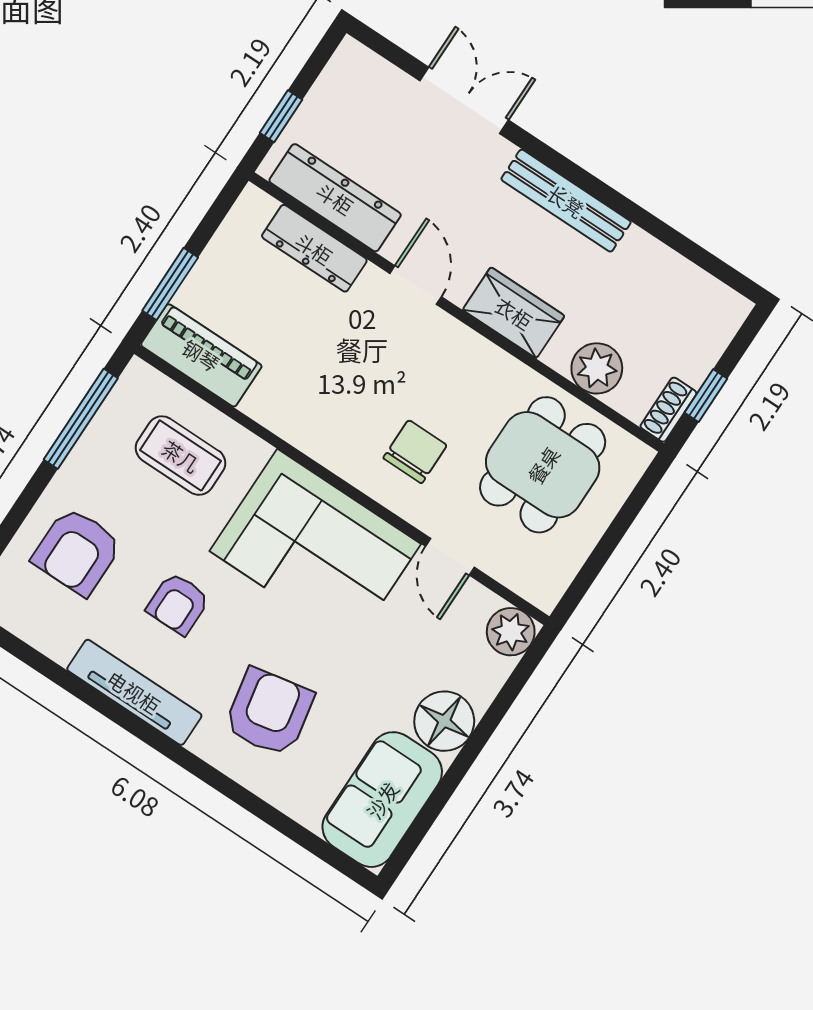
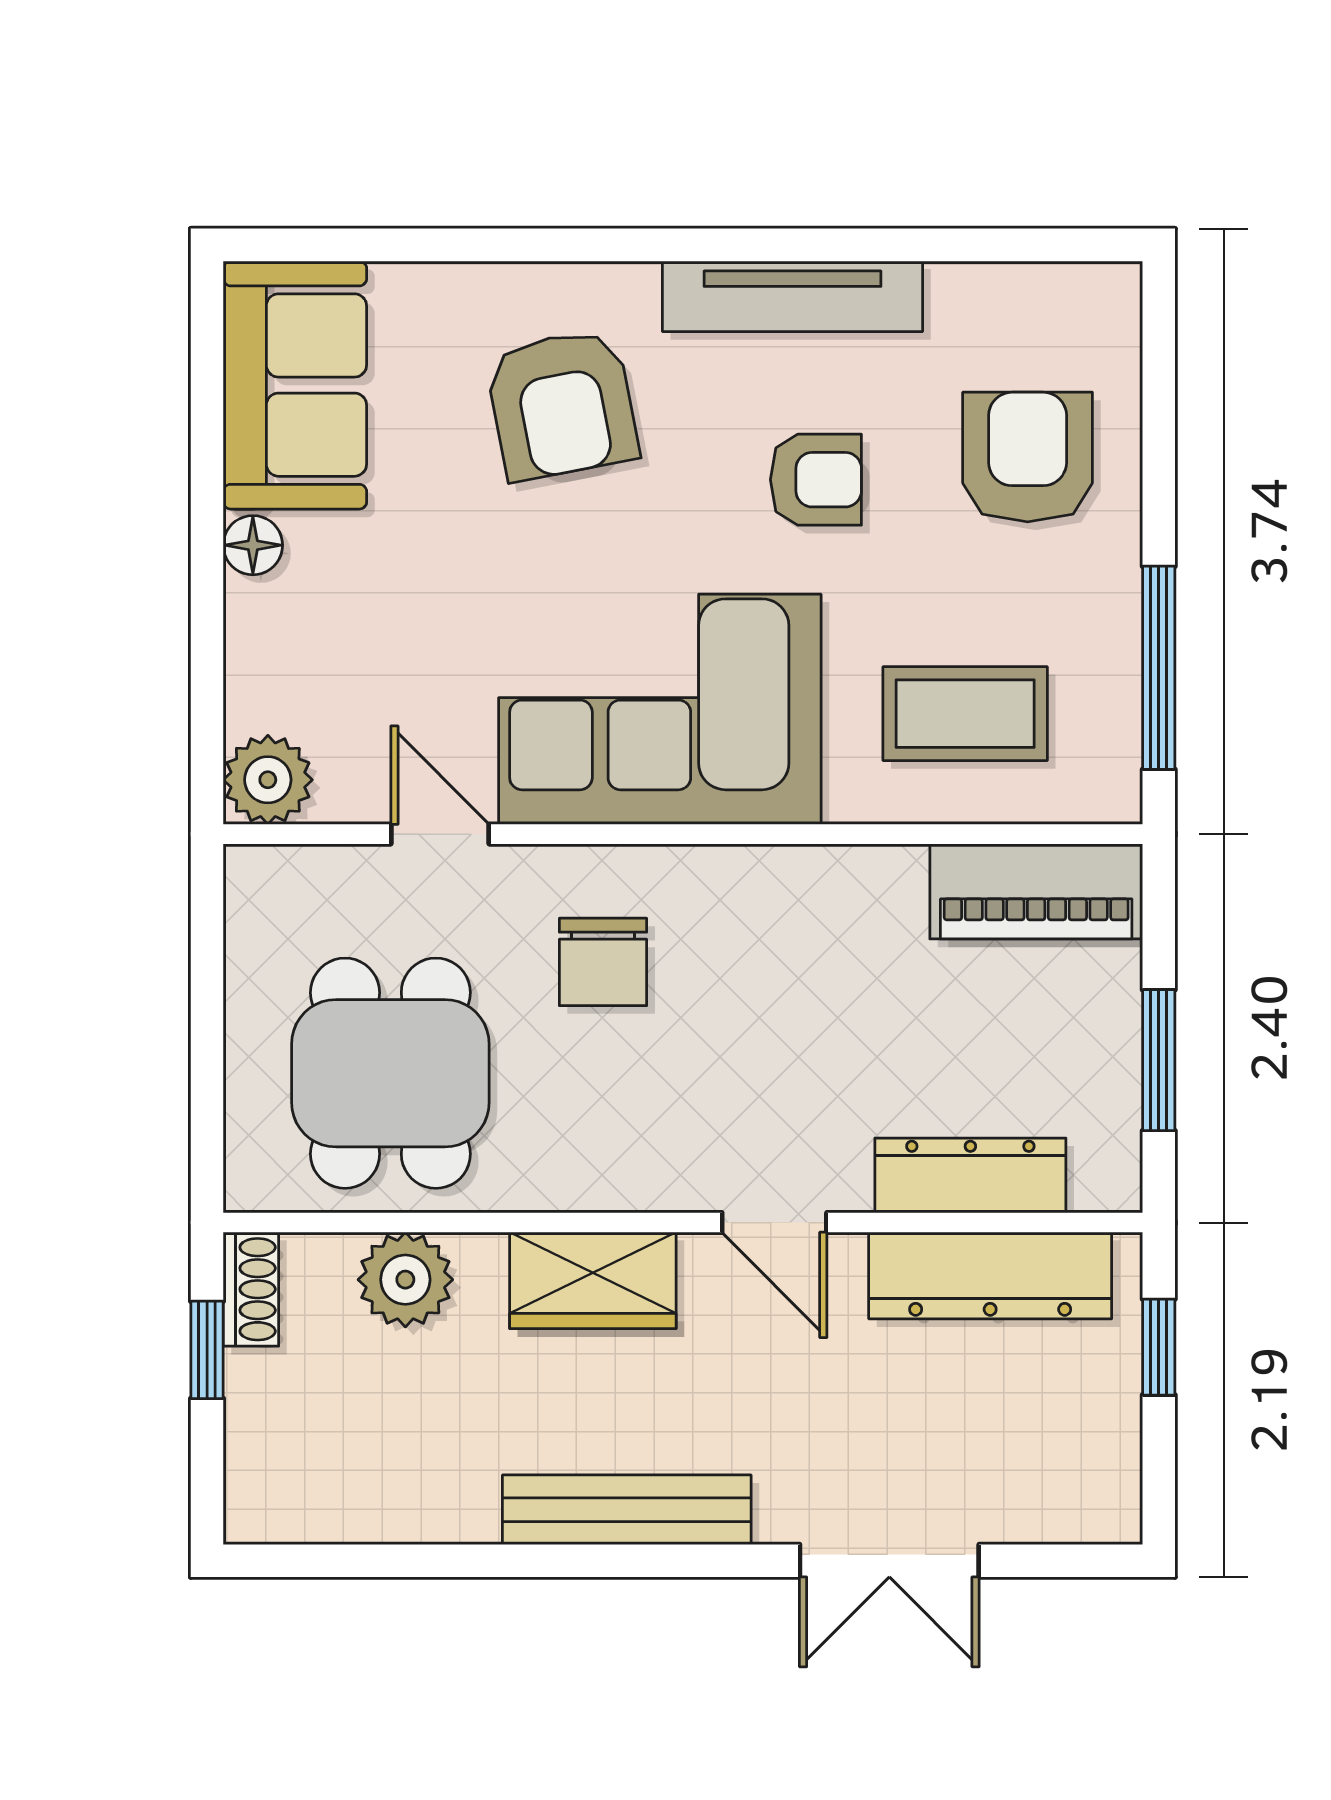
window: (170, 284) -> (1159, 1060), moved
armchair: (178, 604) -> (816, 480), turned 90
floor lamp: (444, 721) -> (253, 545), width x0.53, depth x0.53

